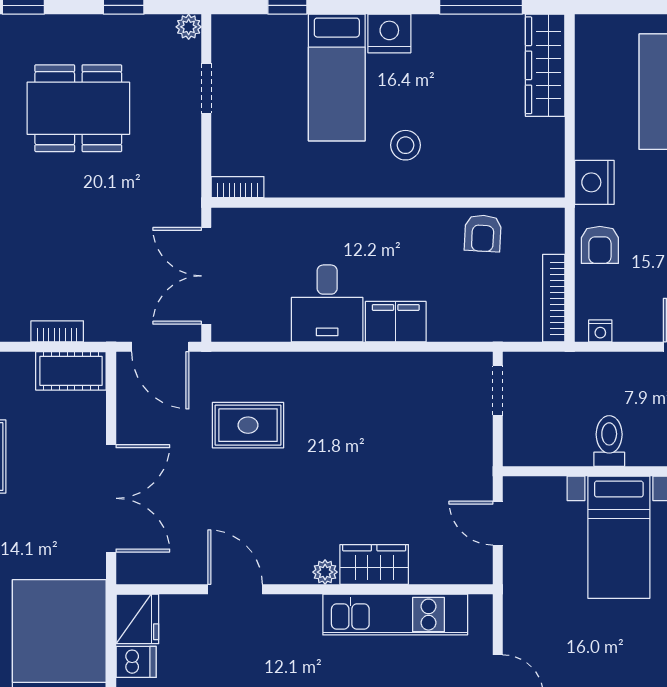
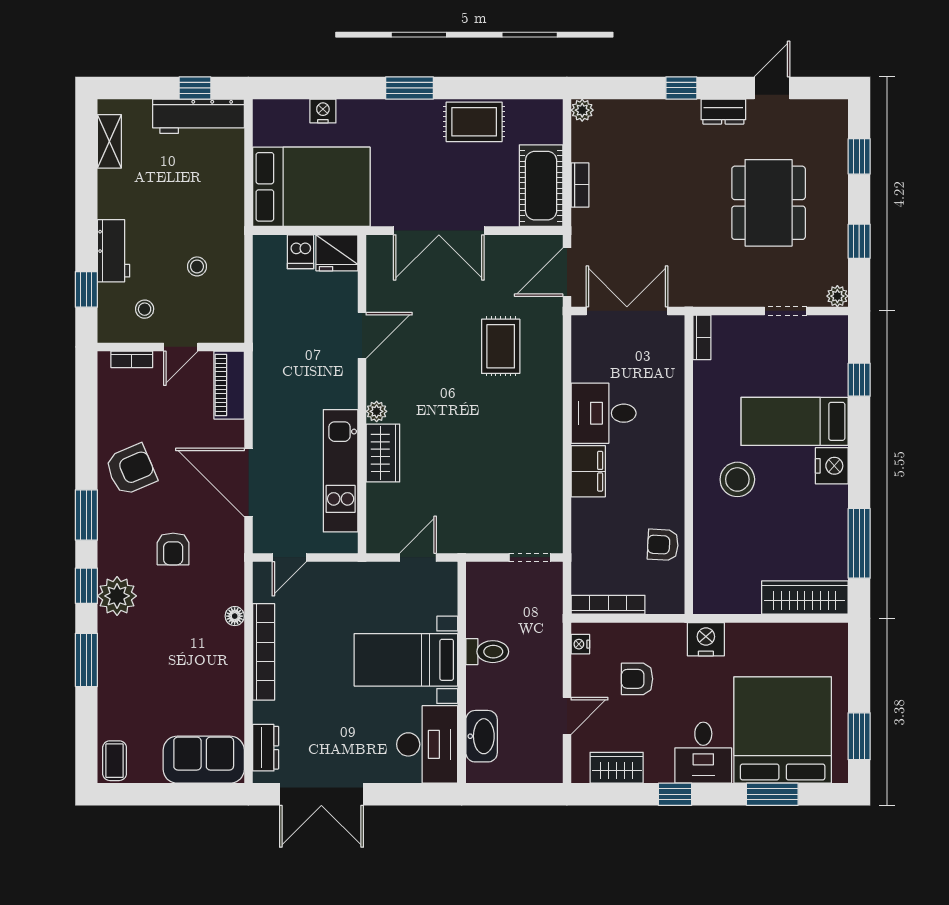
stool: (406, 145) -> (737, 479), width x1.38, depth x1.38
armchair: (600, 245) -> (637, 679), moved
cot: (71, 371) -> (541, 186), width x1.37, depth x1.34

